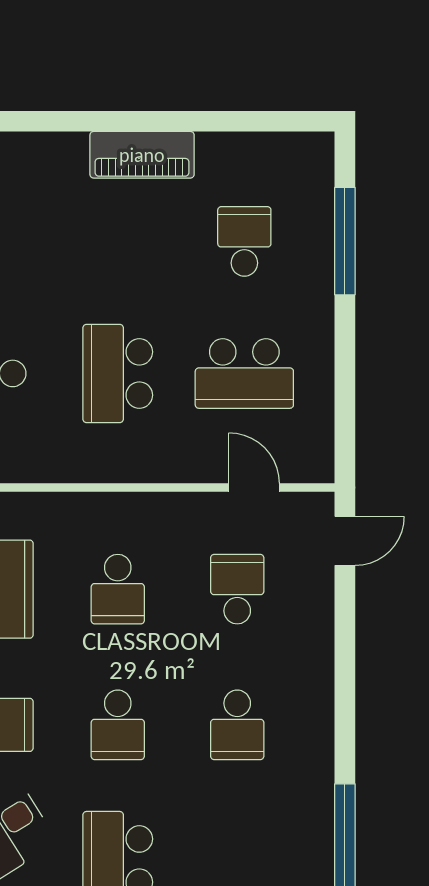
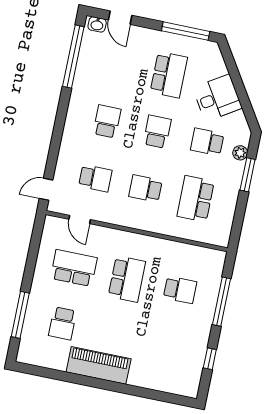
piano: (142, 155) -> (99, 365), width x1.37, depth x1.33
school desk: (118, 589) -> (145, 189), turned -90
school desk: (237, 589) -> (95, 178), turned -90

